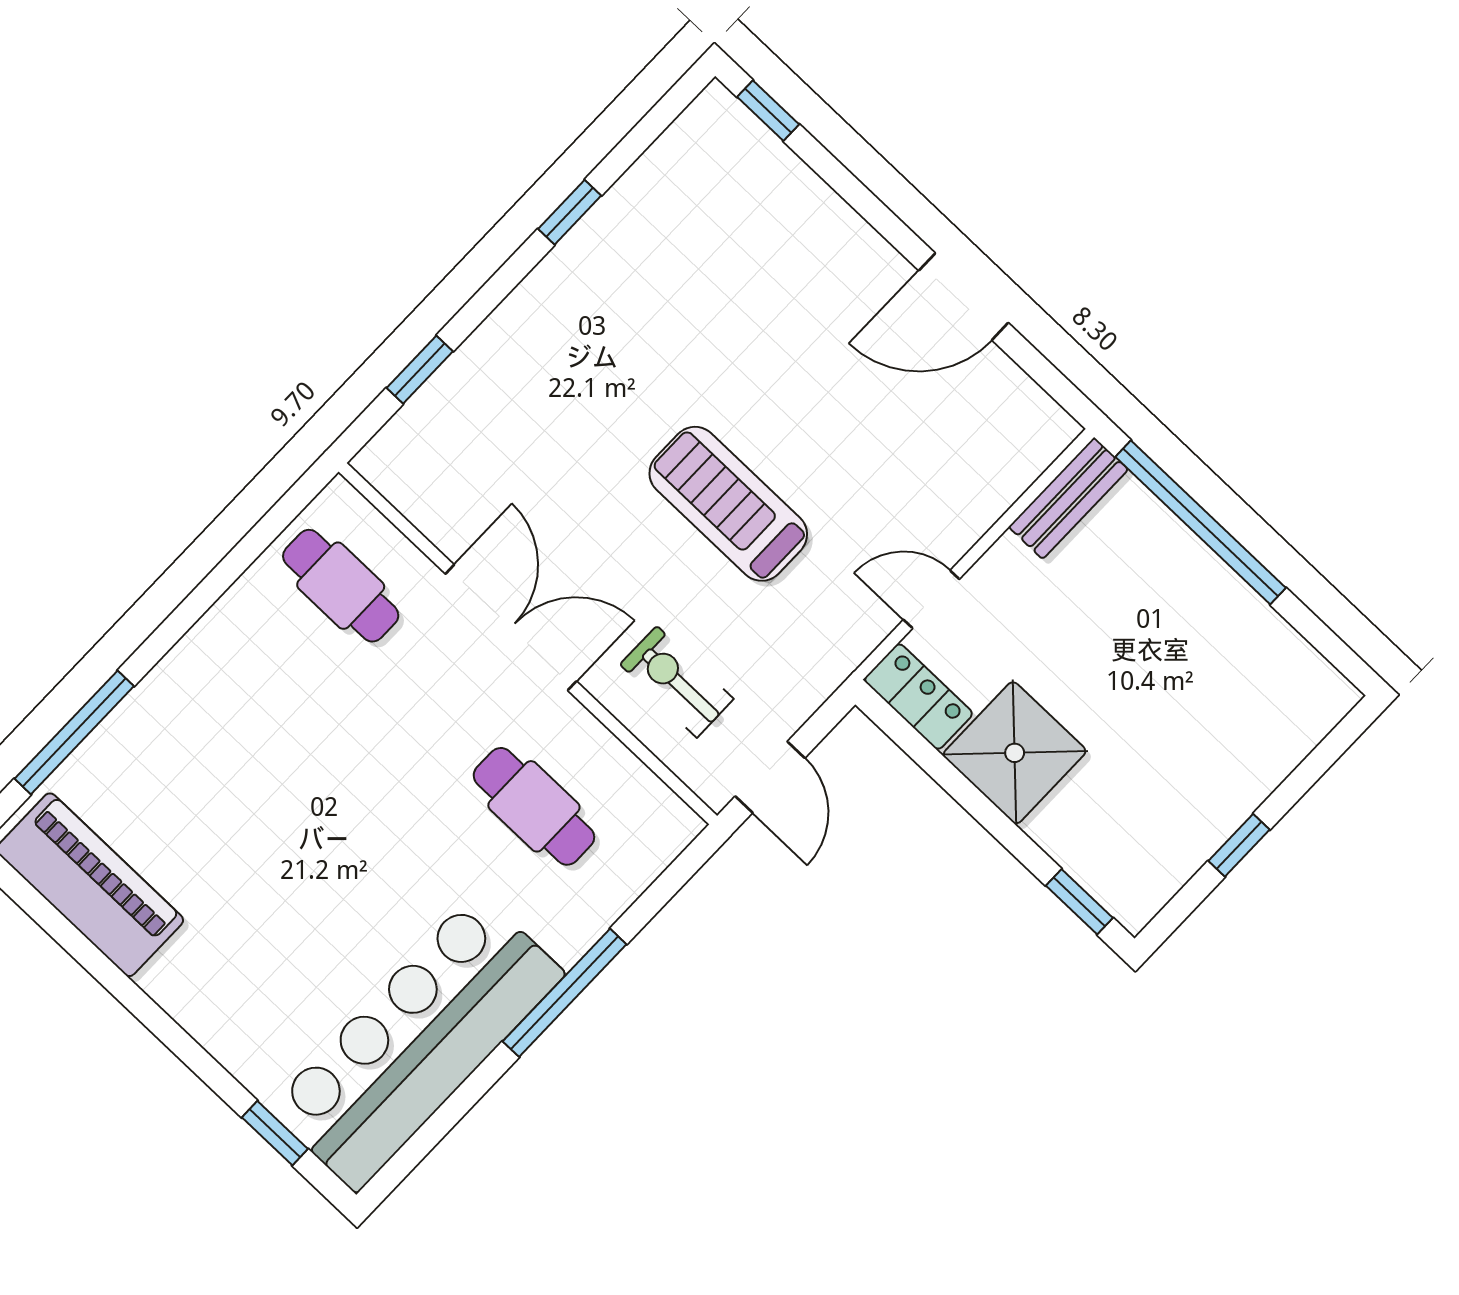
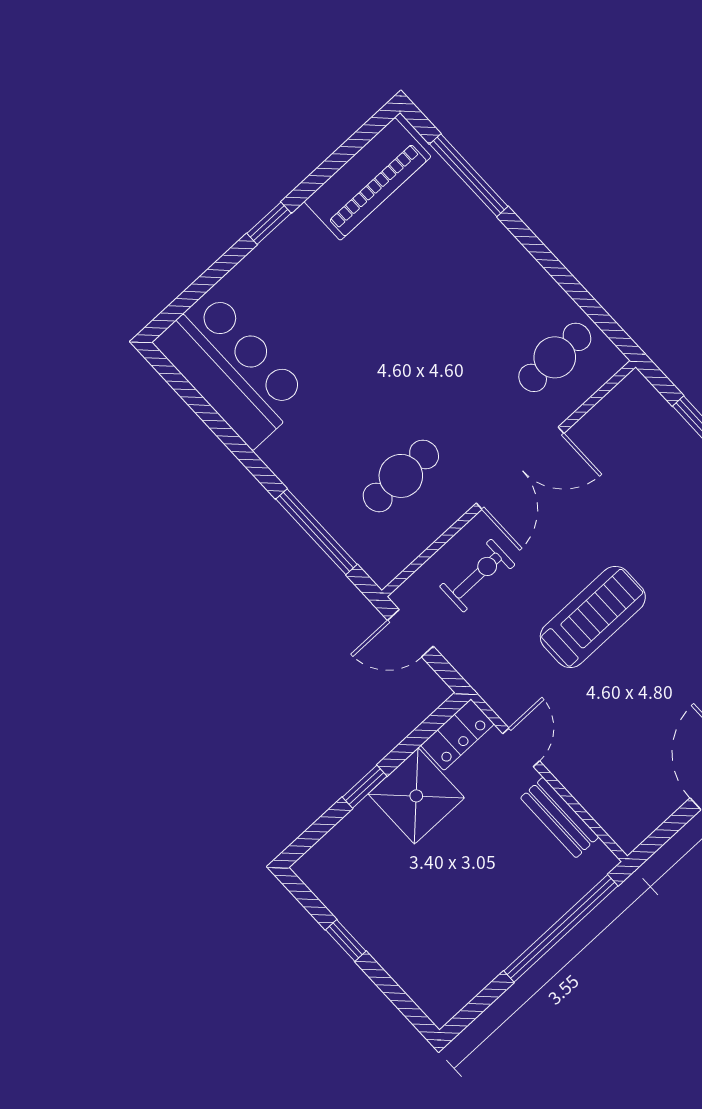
bench: (1068, 498) -> (560, 817), moved
window: (1079, 902) -> (365, 787), moved
window: (565, 993) -> (317, 532), moved
bar counter: (417, 1041) -> (232, 369), width x0.73
window: (275, 1133) -> (269, 223), moved

